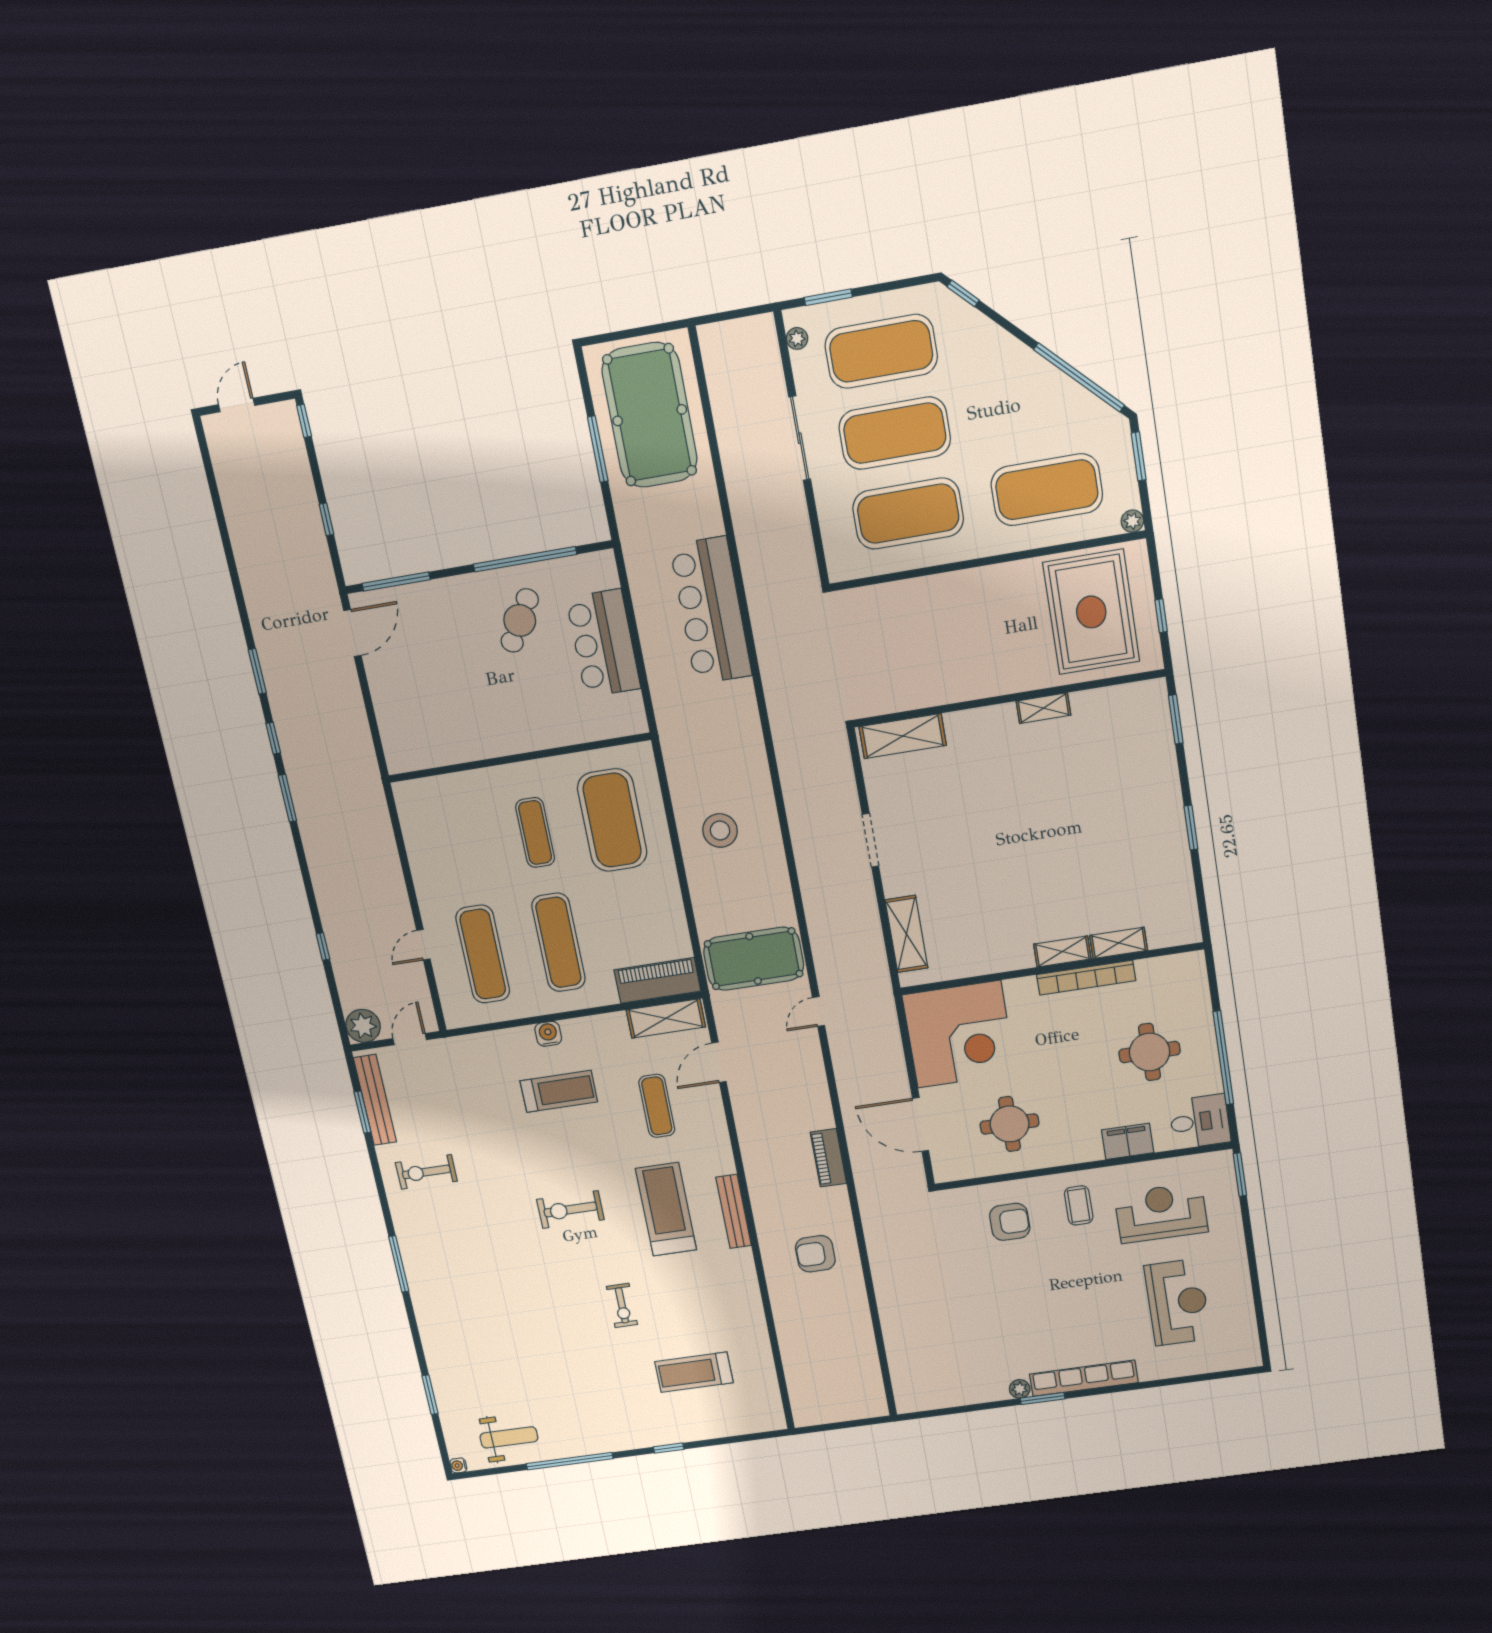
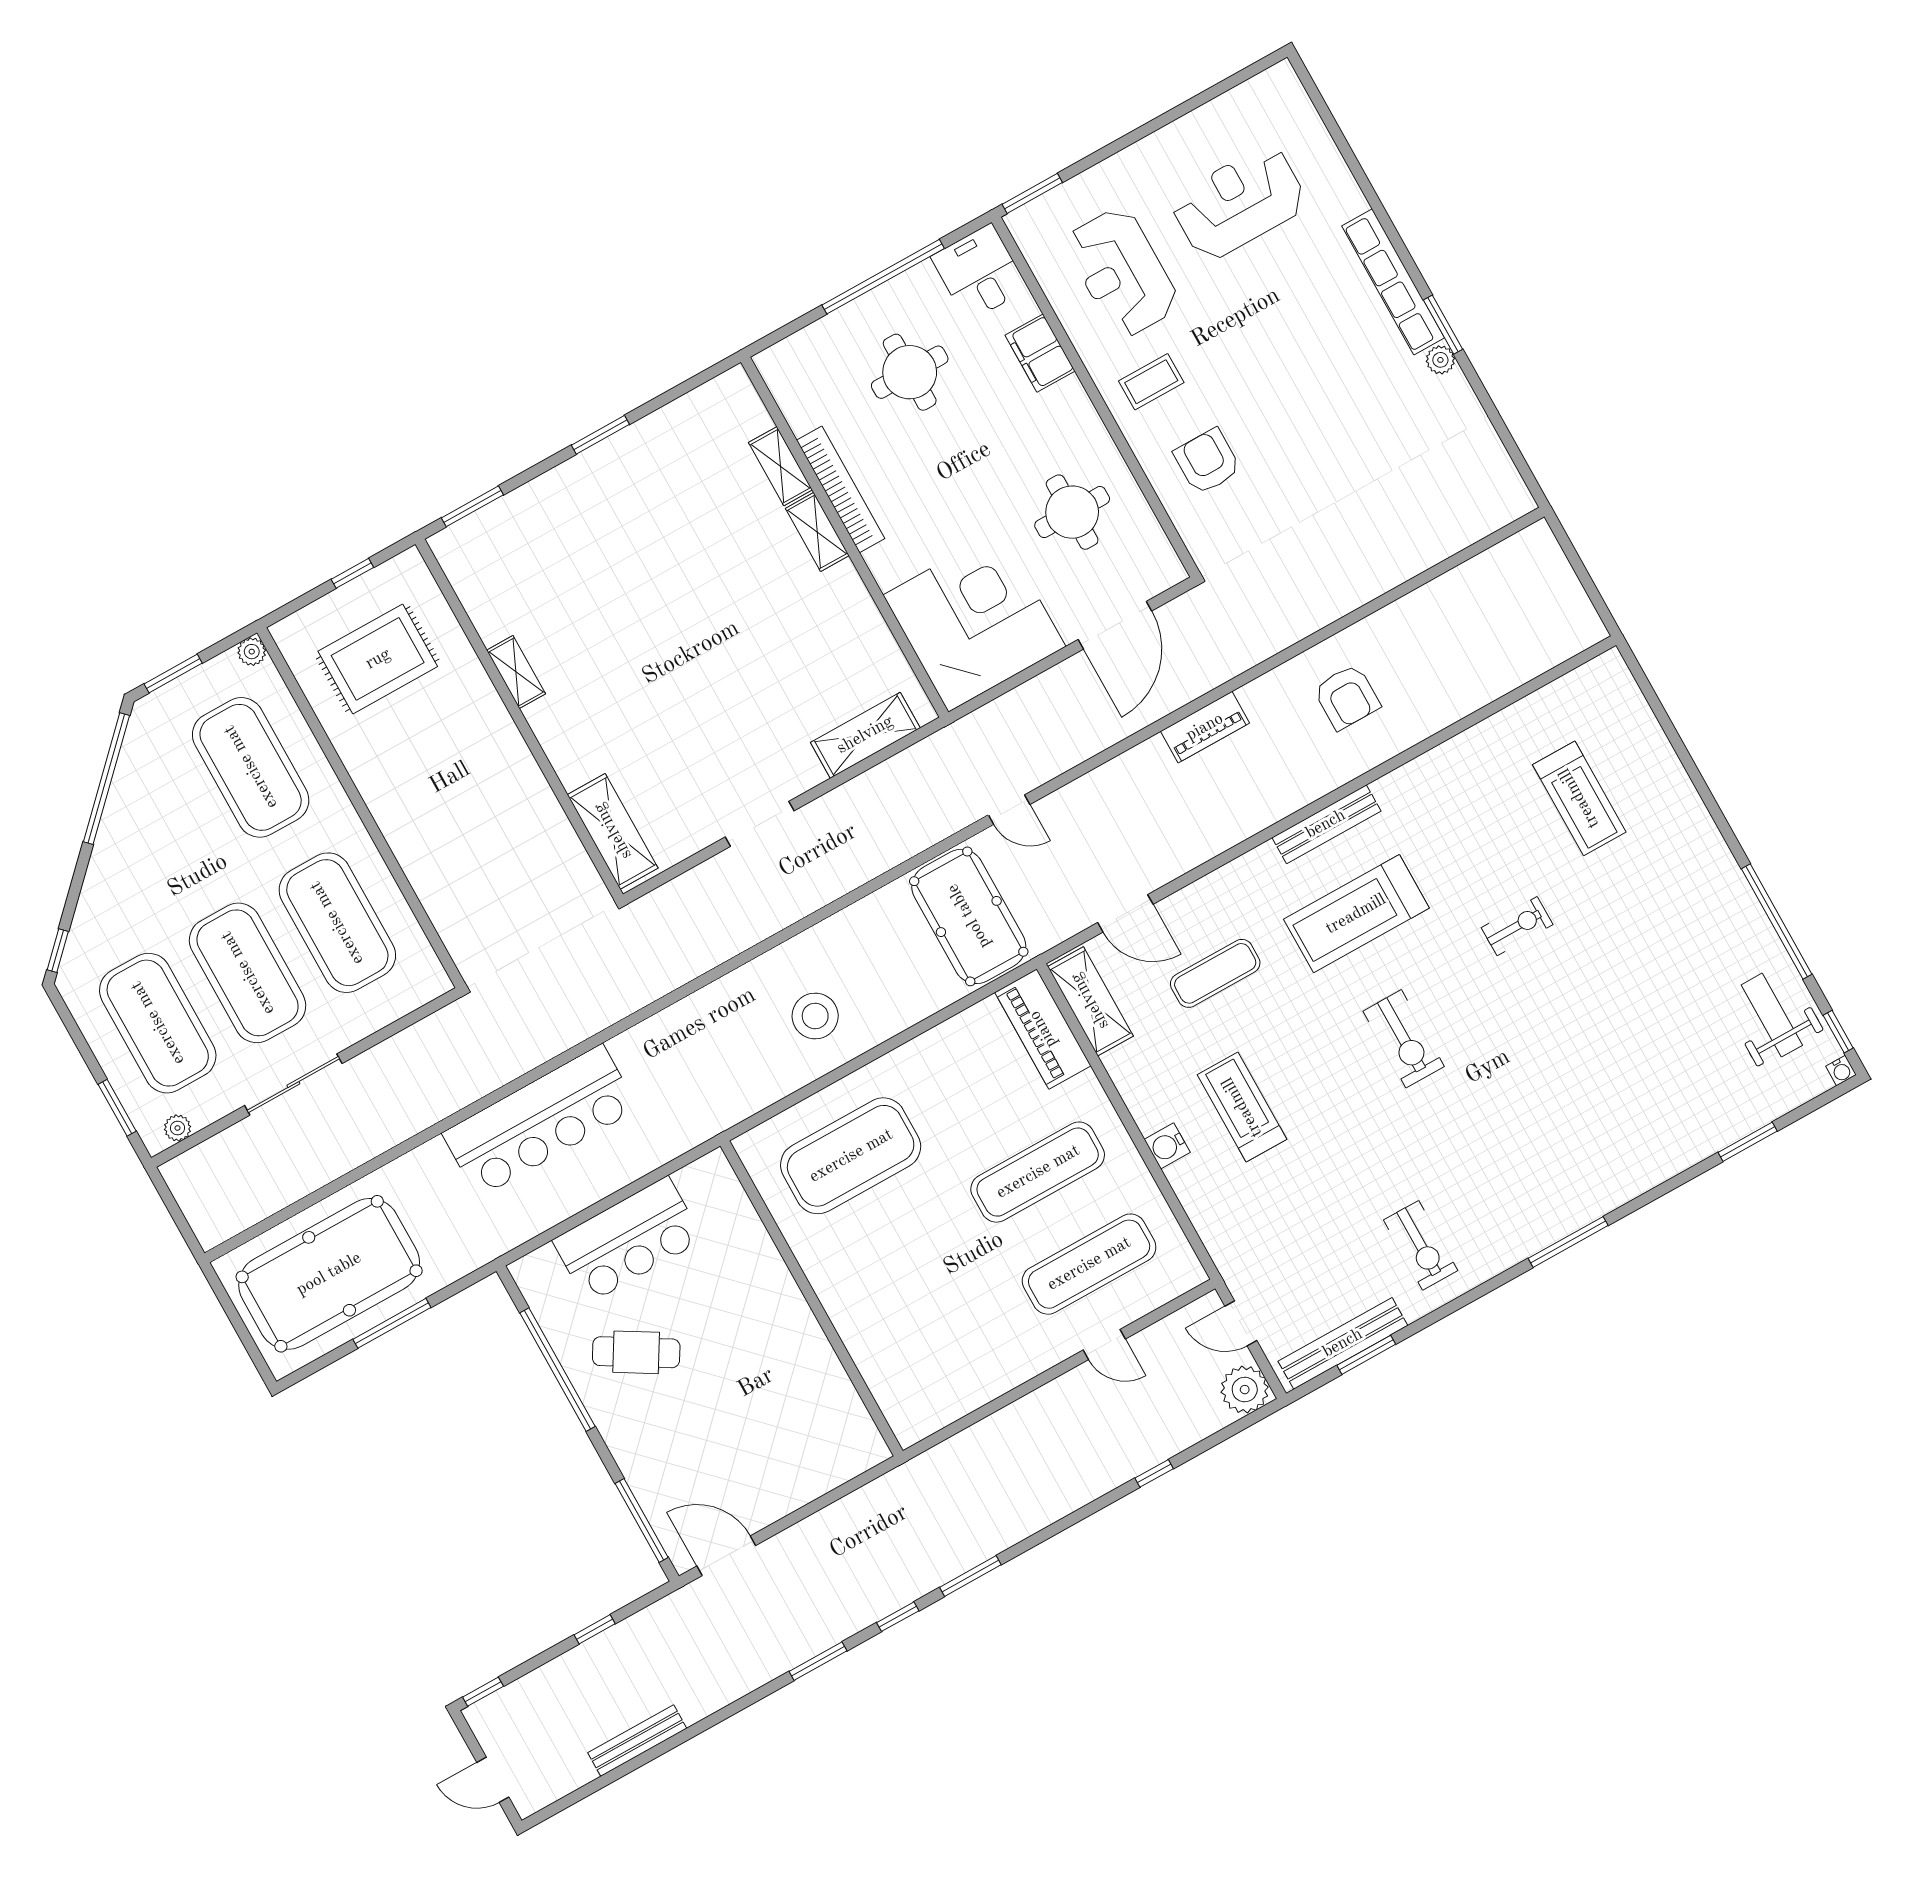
bench: (236, 522) -> (637, 1741), added
rug: (1091, 612) -> (378, 659), width x0.73, depth x0.69
exercise mat: (535, 833) -> (902, 1248), removed
window: (669, 1448) -> (1838, 1032), moved

